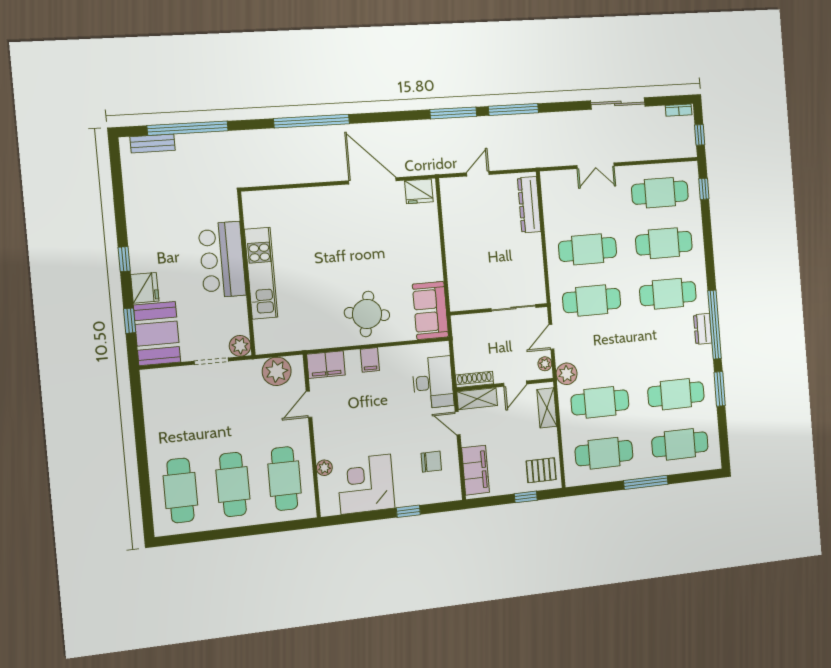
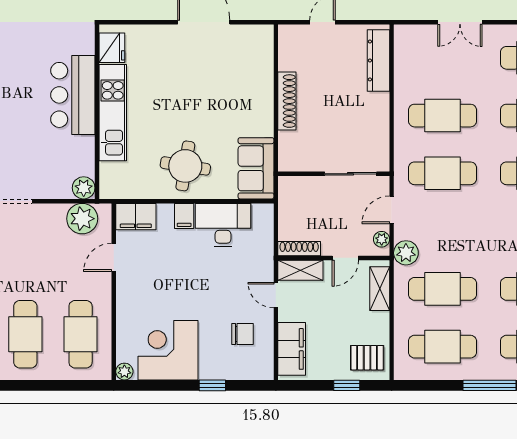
fridge: (419, 191) -> (112, 48), moved, turned -90
shoe rack: (453, 247) -> (287, 101), added
bar counter: (222, 260) -> (73, 95), moved
kitchen unit: (261, 273) -> (113, 113), moved
wall: (246, 274) -> (97, 112), moved
plant: (240, 346) -> (84, 188), moved
desk: (433, 382) -> (223, 225), moved, turned -90
plant: (324, 468) -> (124, 372), moved

